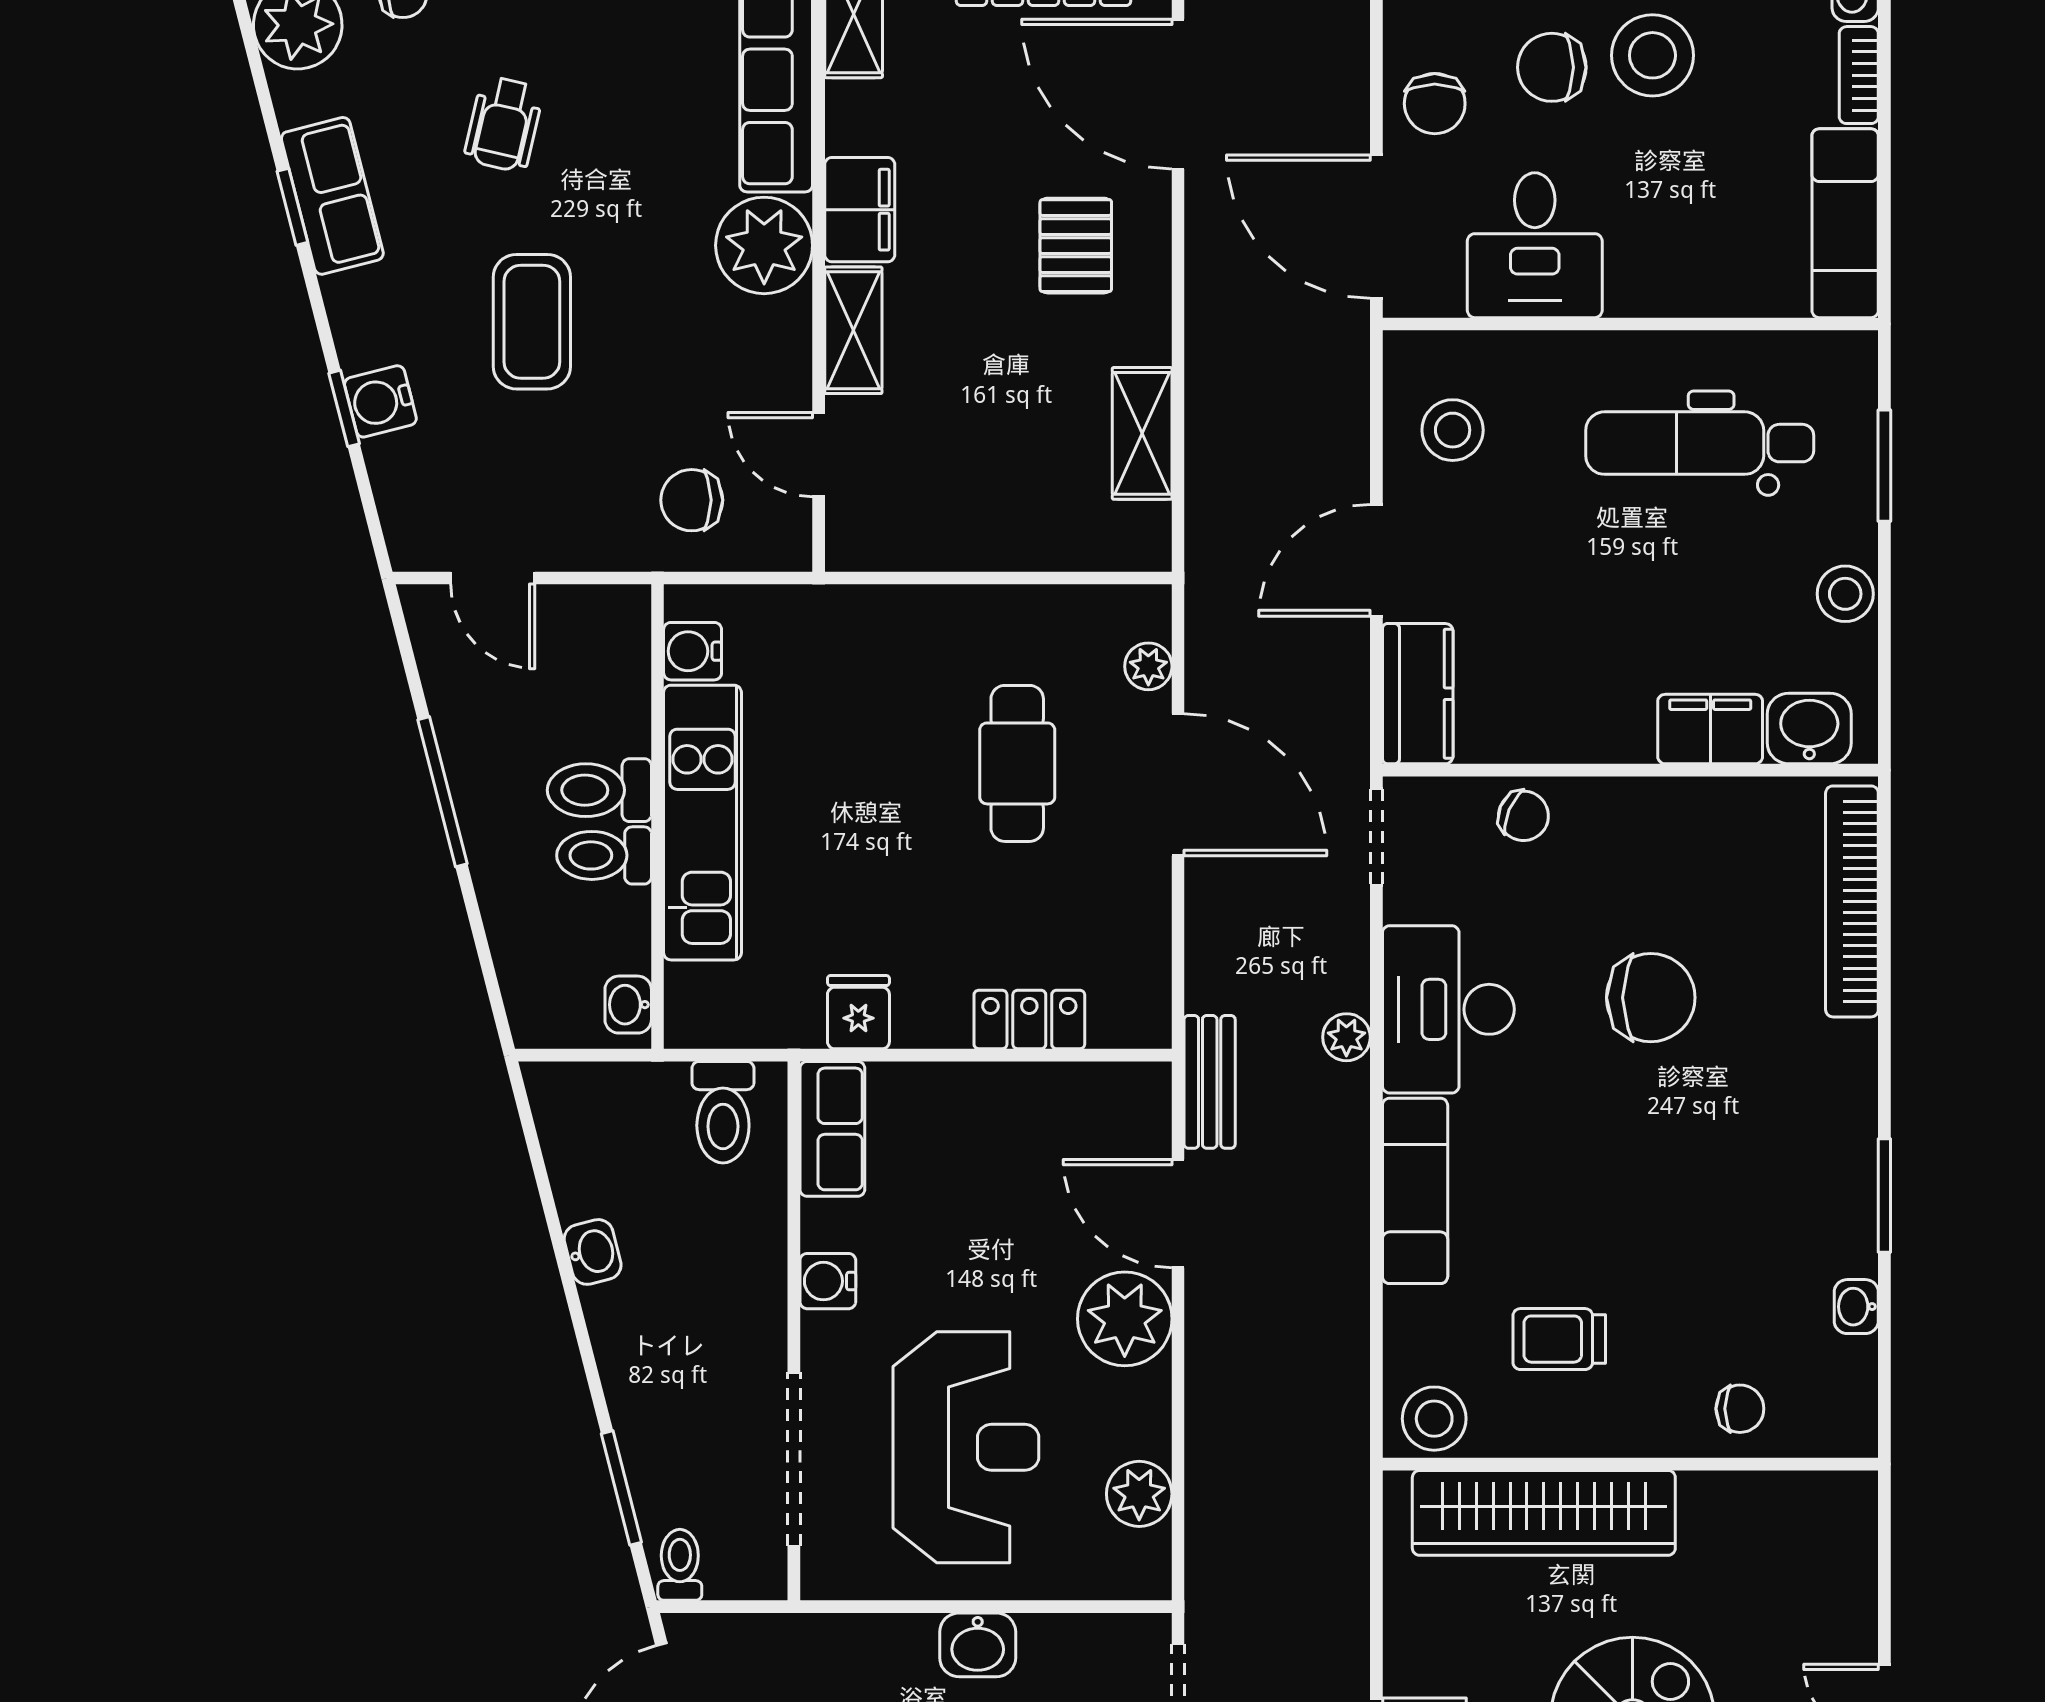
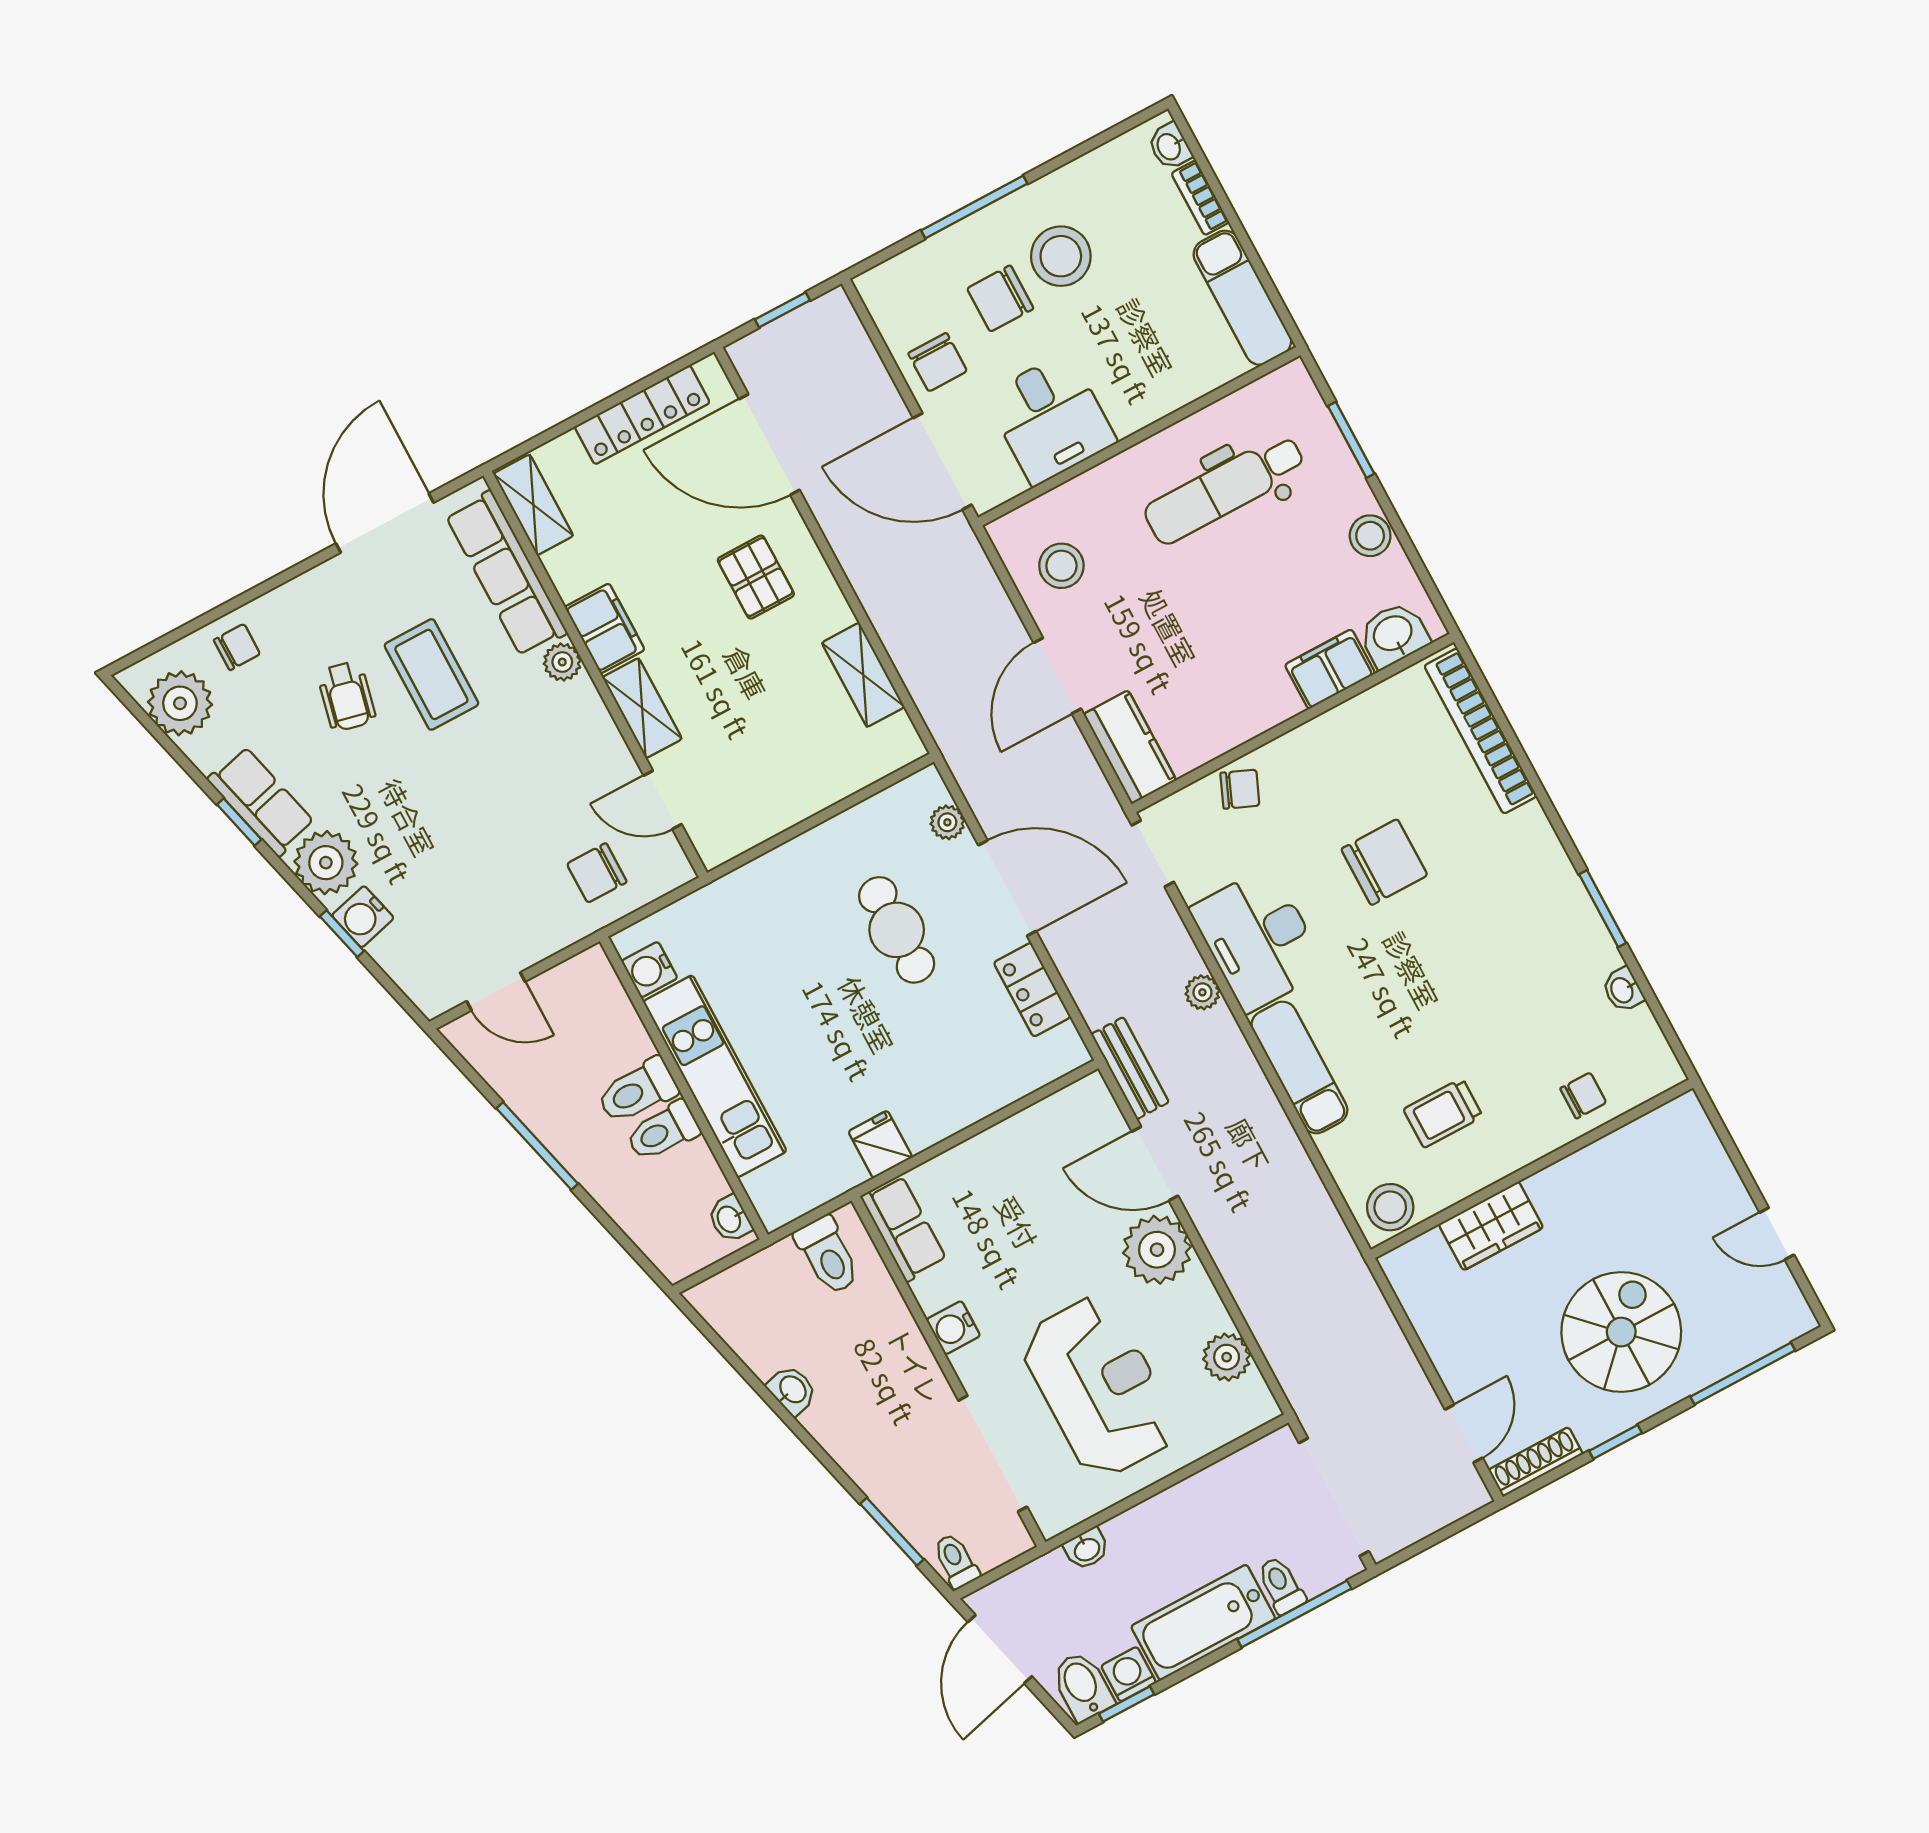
plant: (764, 245) -> (562, 662), width x0.53, depth x0.53
plant: (371, 312) -> (326, 863), added
coffee table: (532, 322) -> (431, 674), moved
locker: (1029, 1019) -> (1032, 990), moved, turned -90
wardrobe: (1544, 1513) -> (1491, 1226), width x0.48, depth x0.85
washbasin: (978, 1645) -> (1087, 1549), moved, width x0.72, depth x0.69

